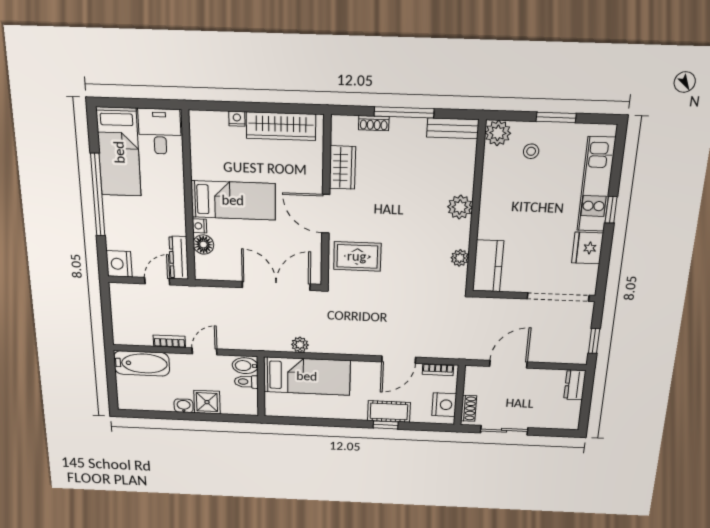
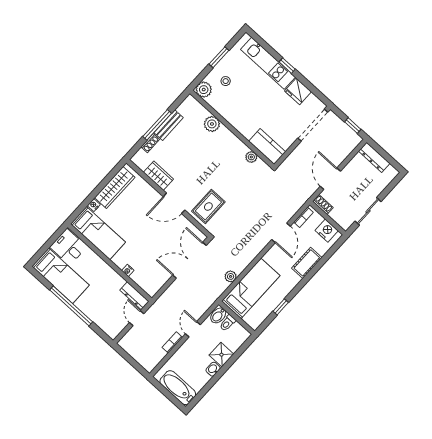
bench: (453, 128) -> (169, 125), moved
bed: (233, 200) -> (98, 233), moved, turned 90
plant: (460, 207) -> (212, 124), moved
floor lamp: (203, 245) -> (138, 277), removed
nightstand: (119, 264) -> (112, 329), removed
bathtub: (142, 363) -> (178, 388), moved, turned -90
dresser: (575, 385) -> (374, 157), width x1.44
shoe rack: (469, 408) -> (323, 205), moved
window: (386, 425) -> (281, 307), moved

